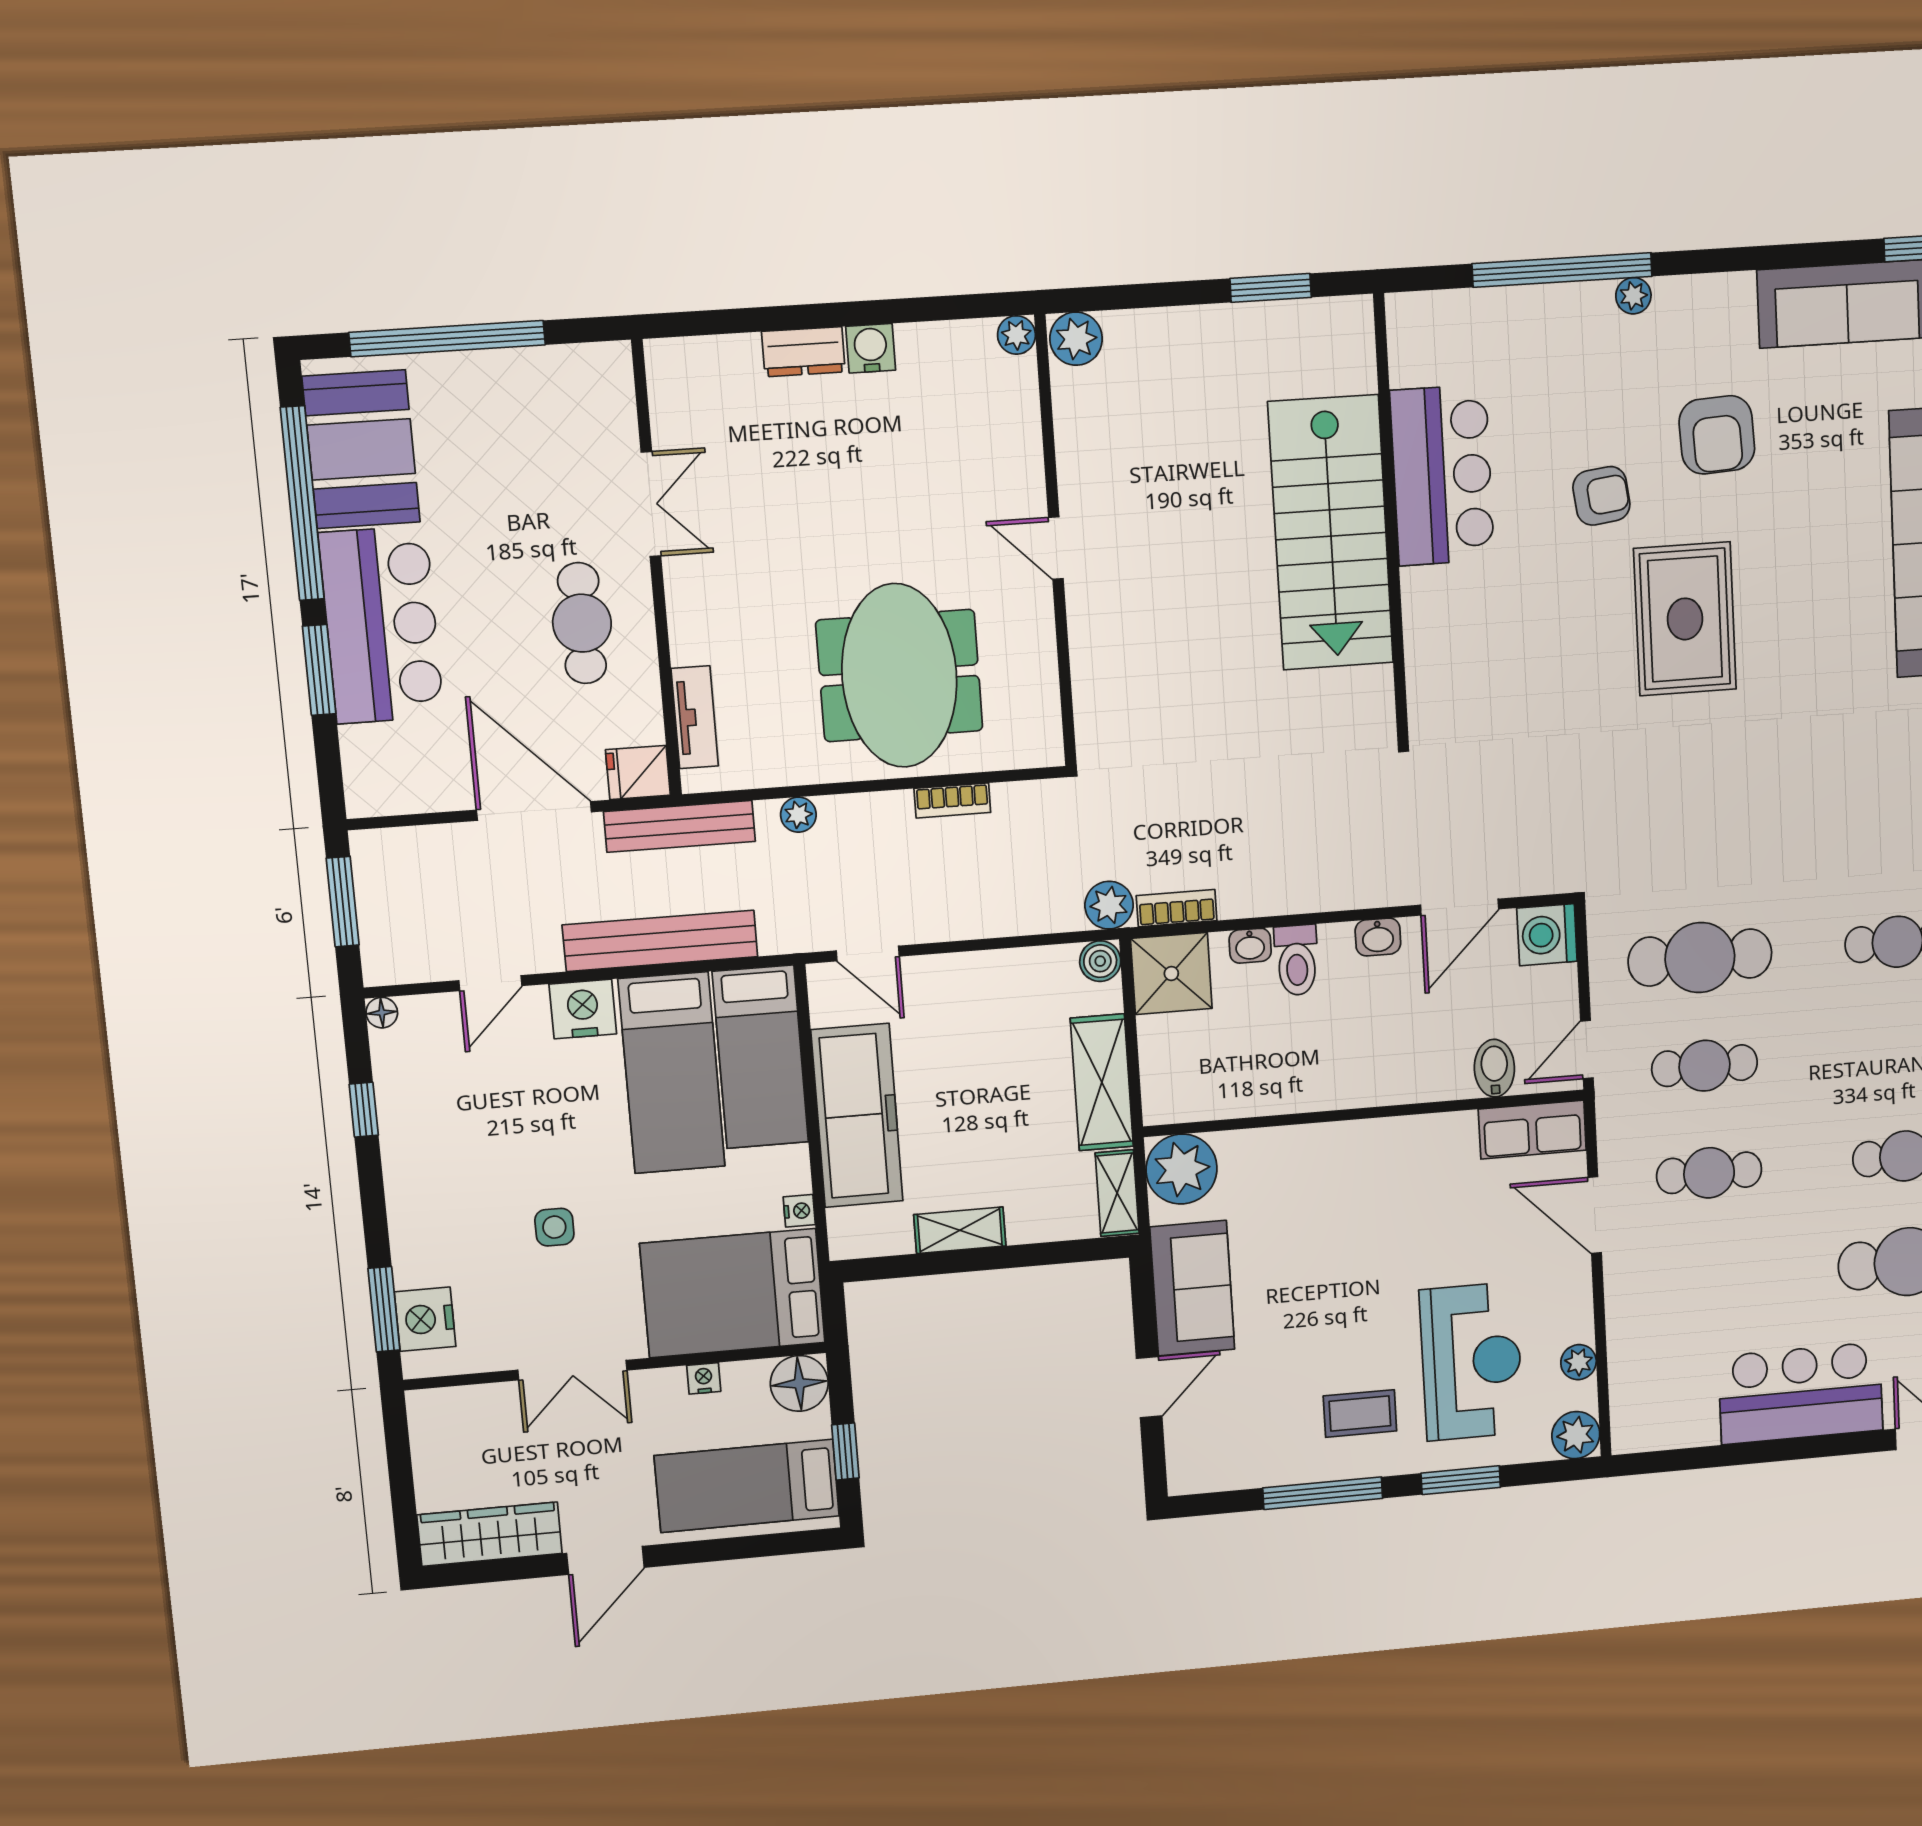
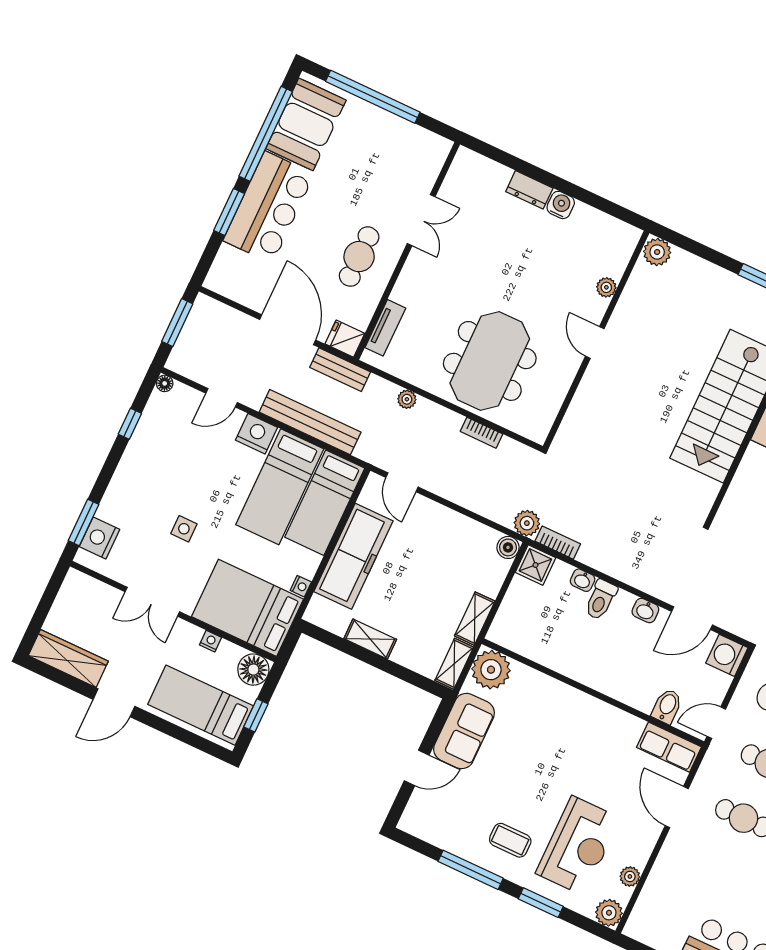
plant: (1016, 335) -> (606, 287), moved
bench: (680, 826) -> (340, 370), width x0.73
shower: (1171, 973) -> (535, 565), width x0.73, depth x0.73
shelving: (1102, 1082) -> (475, 619), width x0.67, depth x0.75

